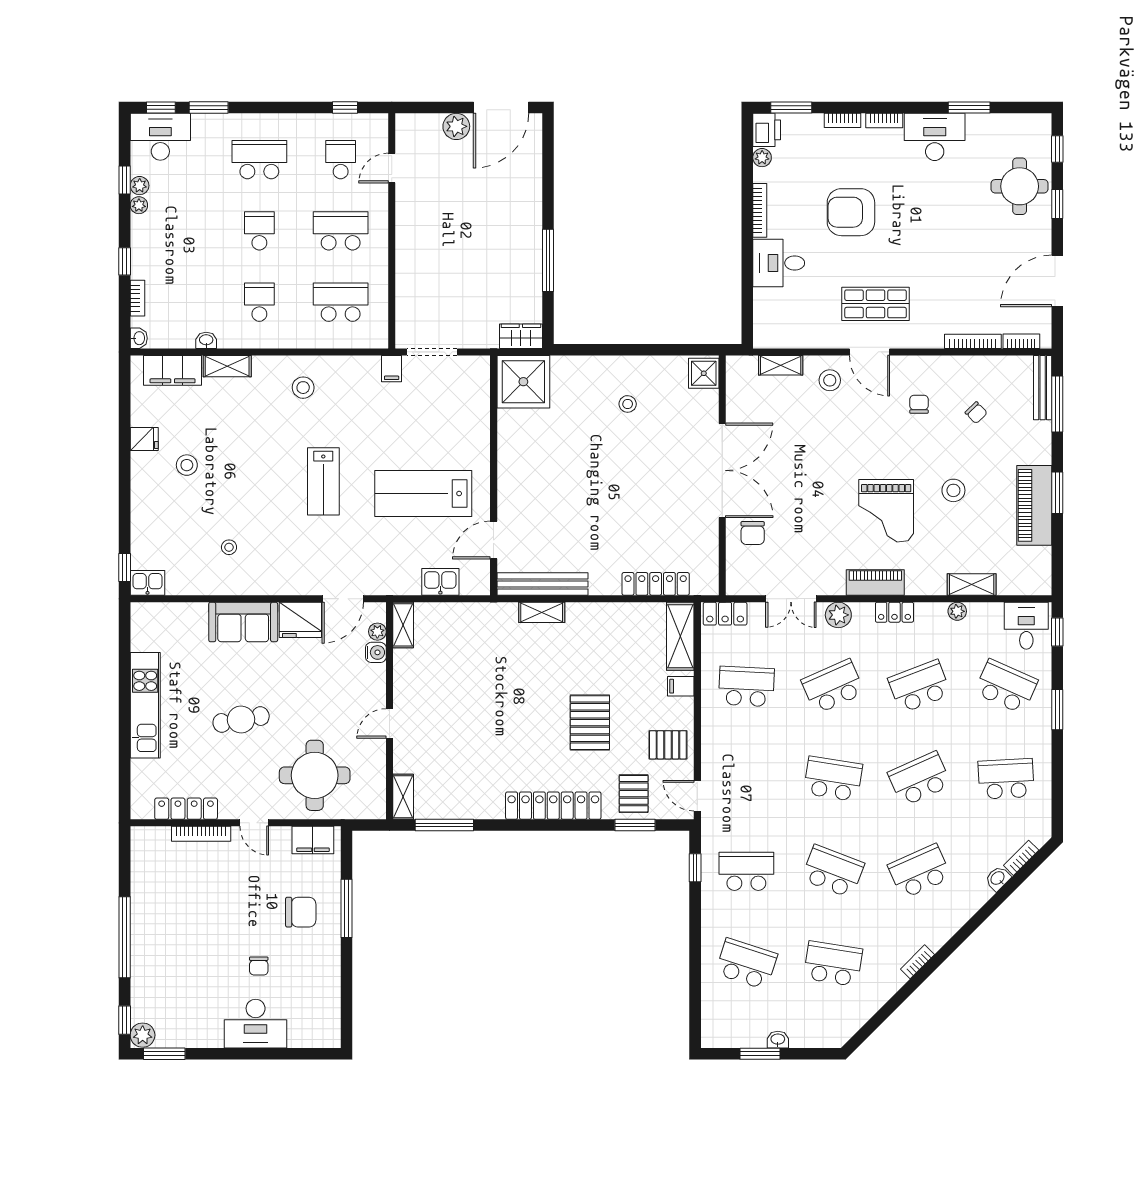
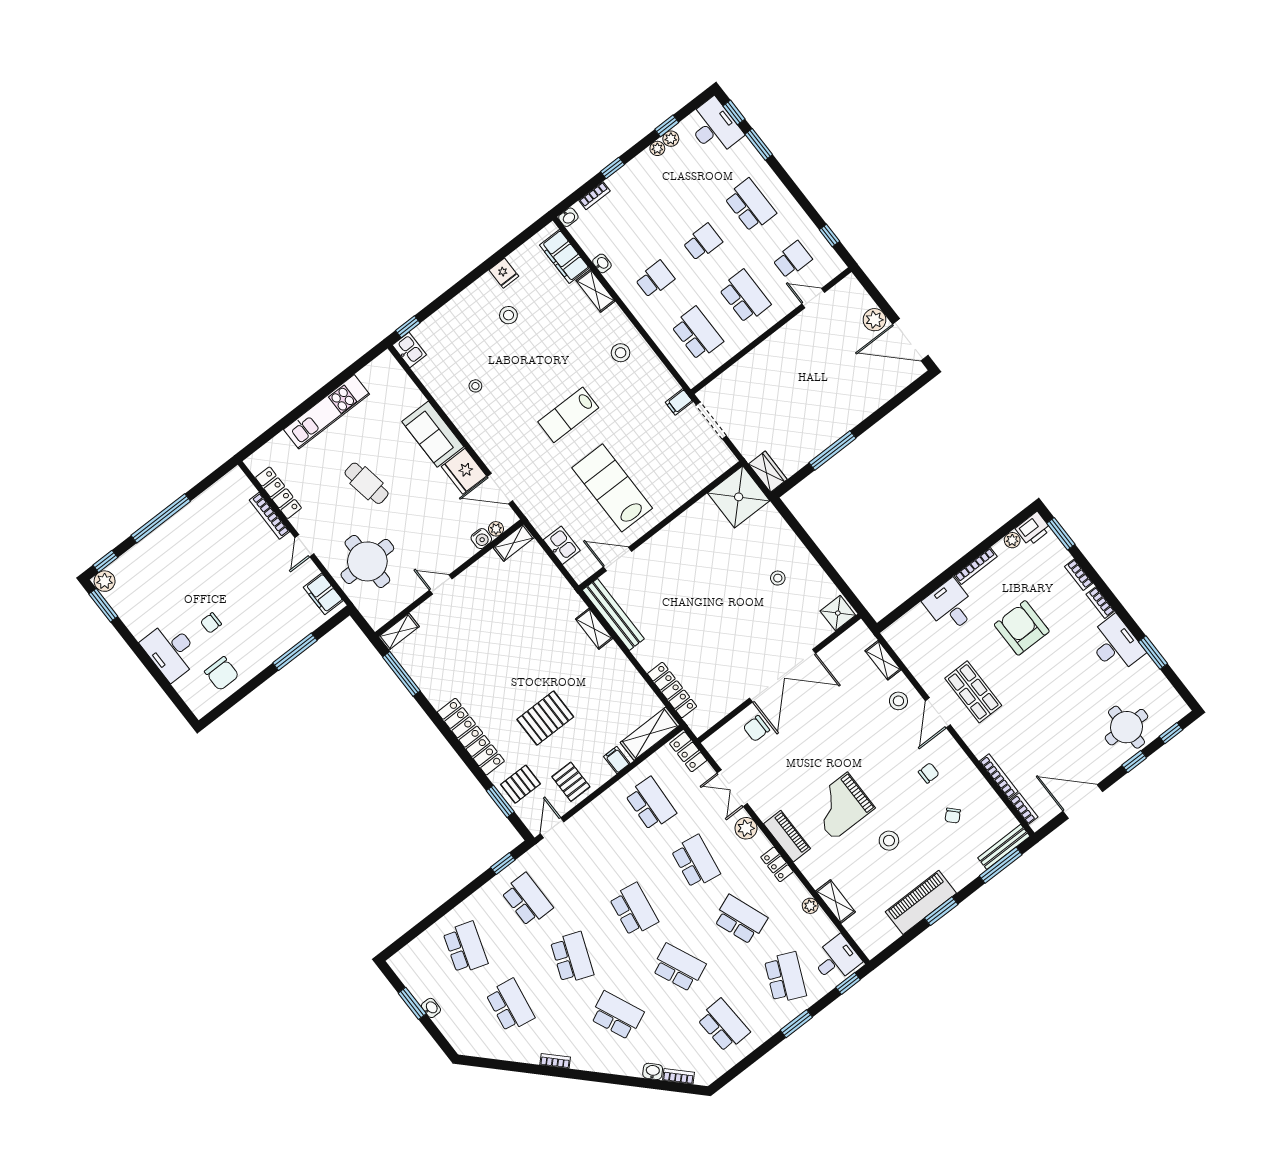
school desk: (833, 686) -> (695, 862), turned 33
chair: (301, 912) -> (222, 674), moved

